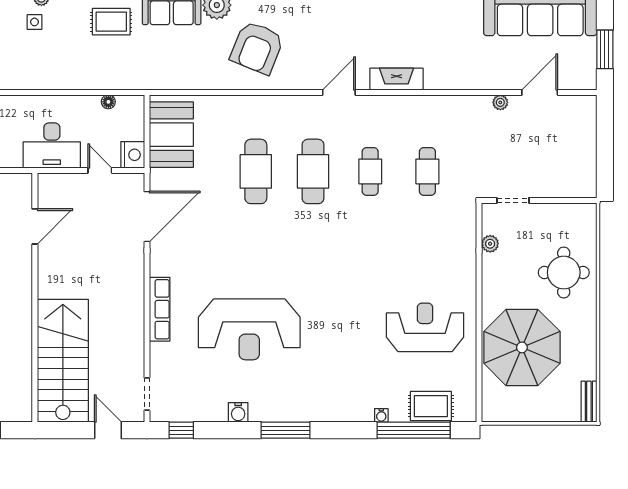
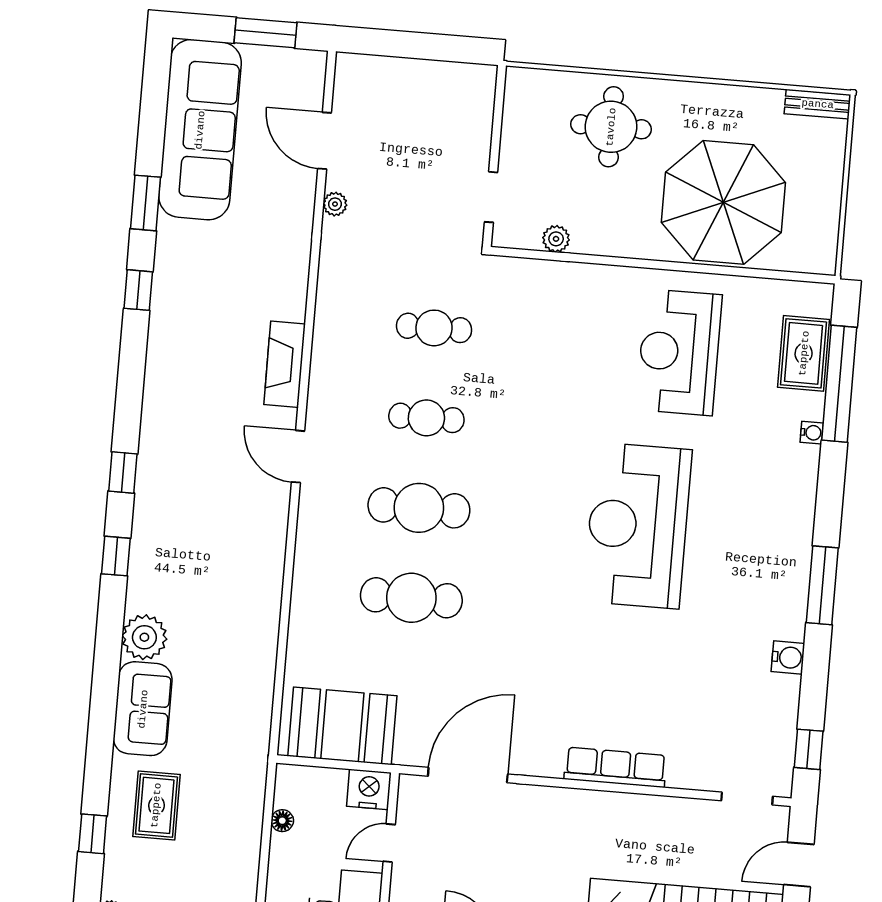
armchair: (257, 48) -> (217, 580), removed
door: (147, 217) -> (468, 775), hinge flipped
reception desk: (249, 329) -> (638, 526), moved, turned 180

